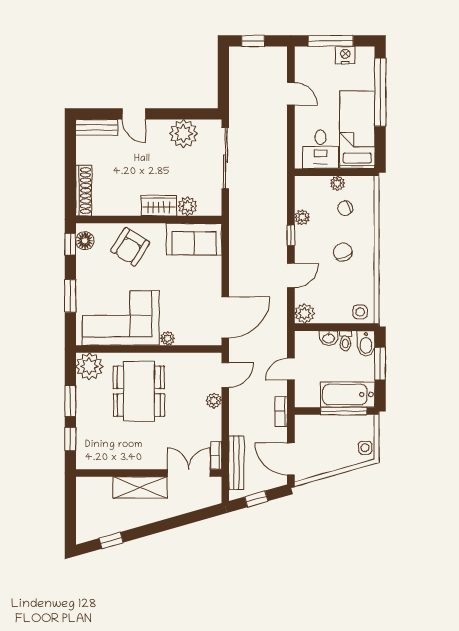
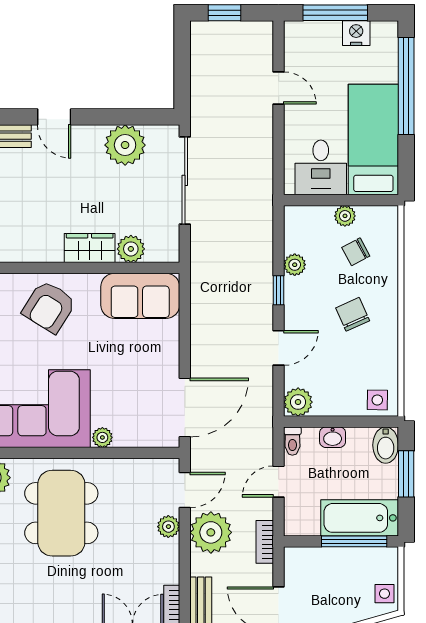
toilet: (345, 341) -> (292, 441), moved
plant: (243, 405) -> (211, 532), added

